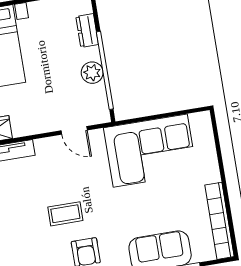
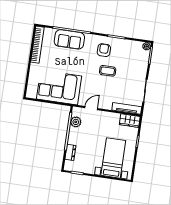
plant: (92, 73) -> (76, 122), moved
door: (74, 130) -> (91, 108), hinge flipped

